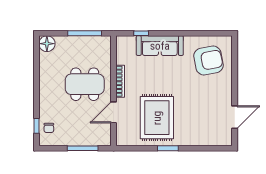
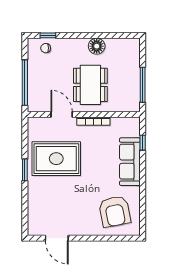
floor lamp: (47, 44) -> (97, 46), moved
window: (83, 148) -> (25, 83), width x1.46

